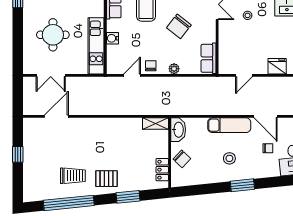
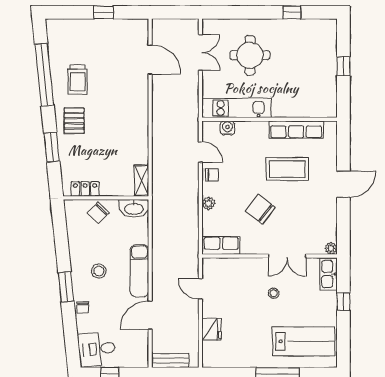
water cooler: (112, 38) -> (227, 128), moved
double door: (51, 75) -> (200, 53), swing flipped
chair: (268, 148) -> (83, 308), moved

